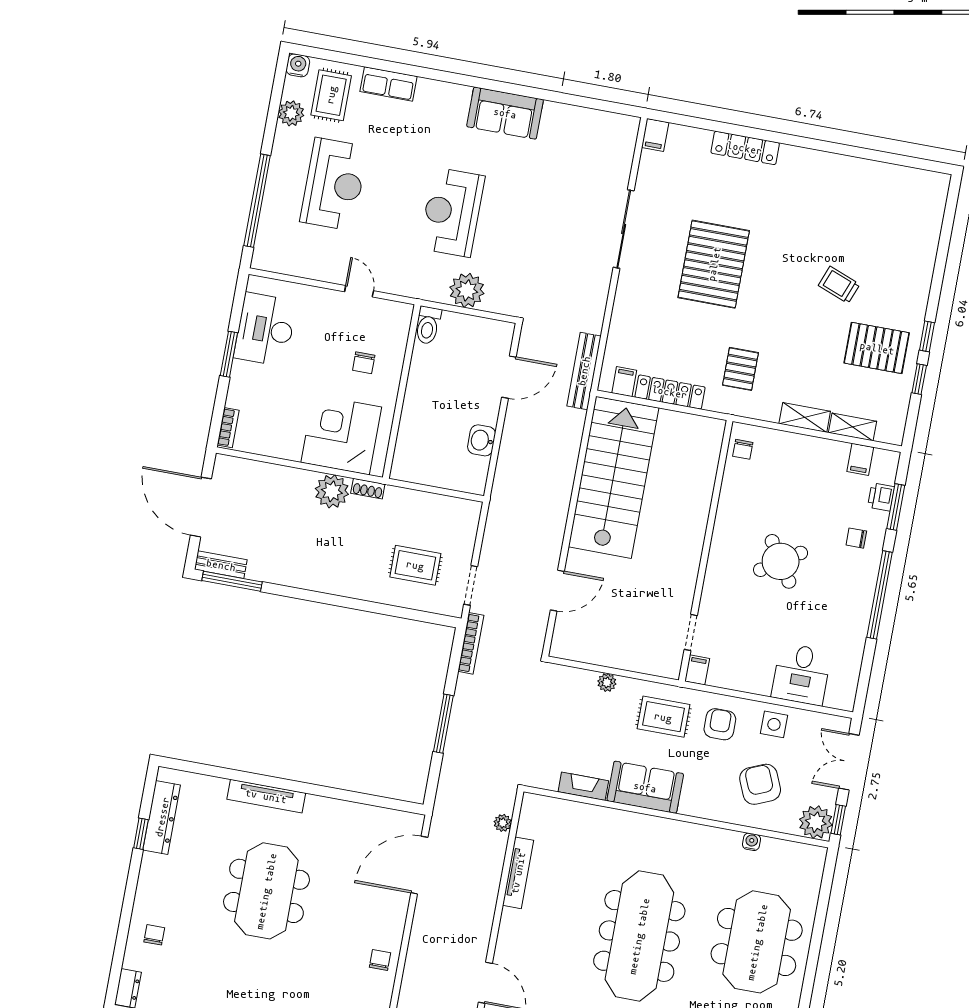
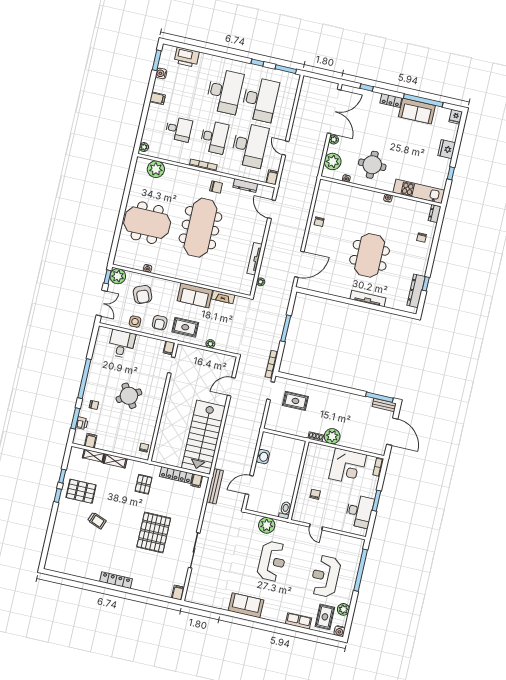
locker: (745, 148) -> (116, 580), moved
corner desk: (341, 435) -> (348, 467), moved
meeting table: (757, 942) -> (147, 223), turned 90

